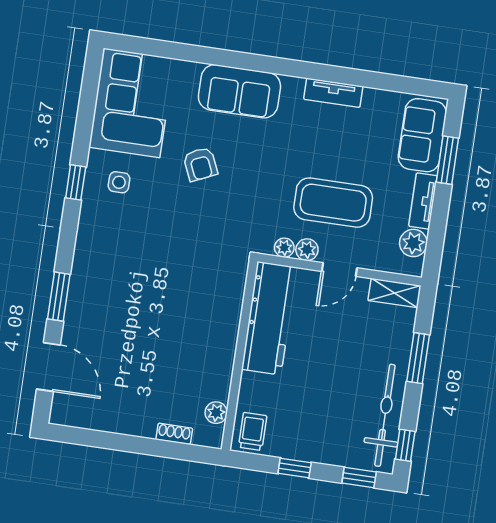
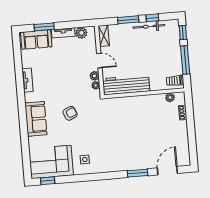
armchair: (200, 164) -> (70, 113), moved
window: (76, 182) -> (48, 181), moved
coffee table: (333, 203) -> (73, 70), removed
bicycle: (385, 415) -> (149, 26), width x0.73, depth x0.71
window: (405, 445) -> (152, 18), moved
window: (295, 468) -> (185, 60), width x2.17

